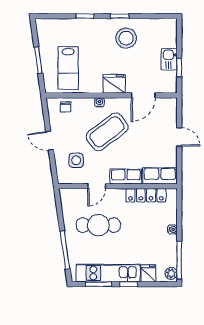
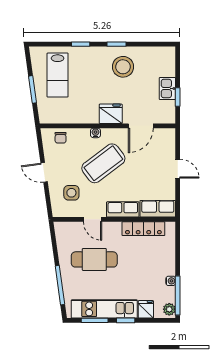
lab bench: (68, 68) -> (58, 75), moved
door: (97, 186) -> (93, 219), hinge flipped
water cooler: (172, 229) -> (171, 281), moved

